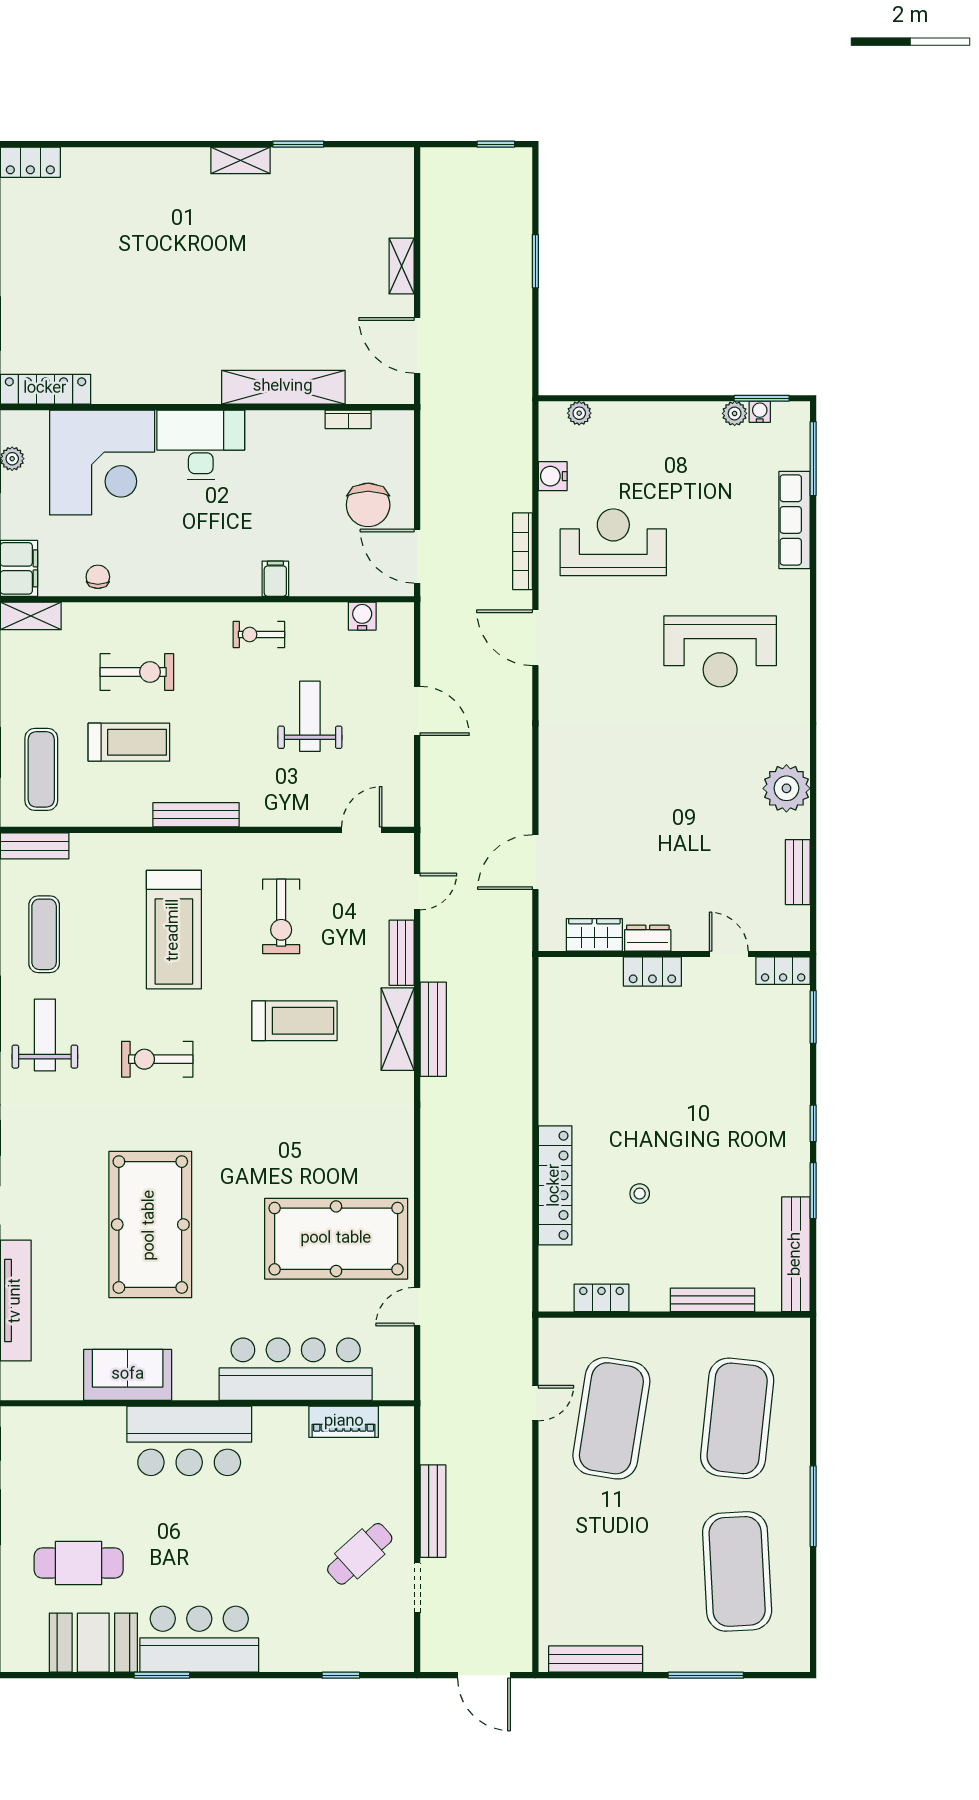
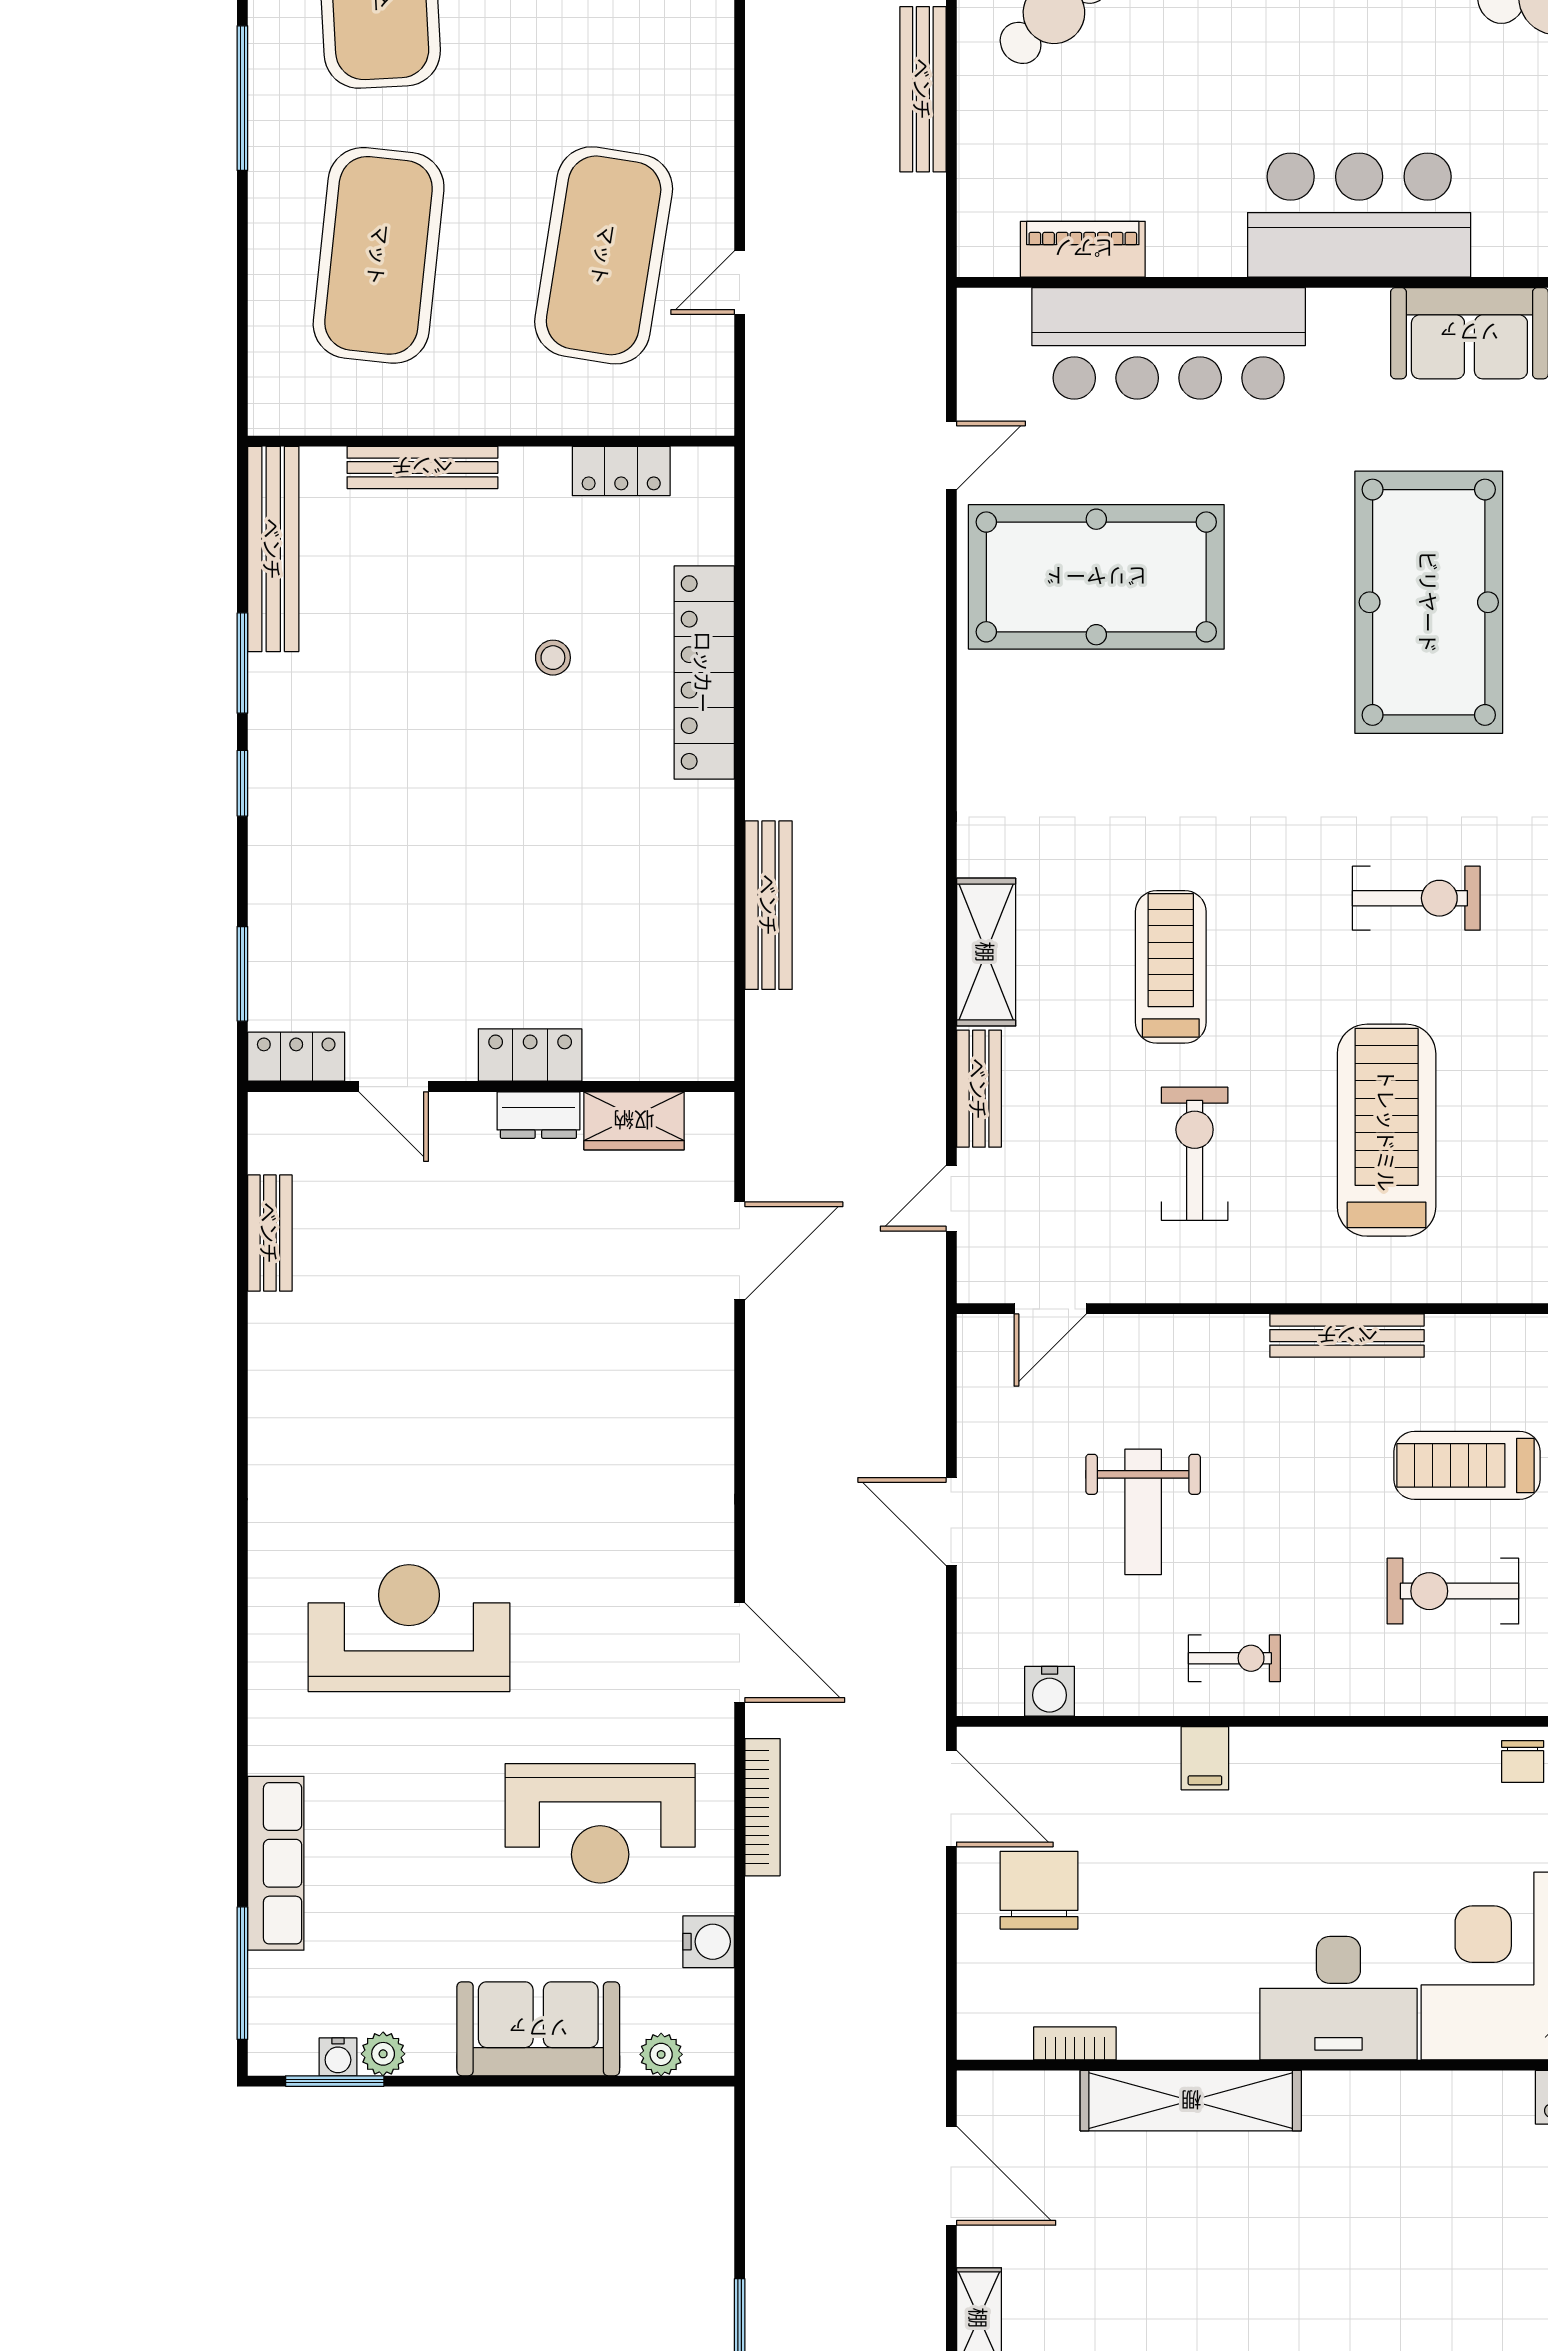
sofa: (648, 427) -> (538, 2029), added
plant: (786, 788) -> (290, 1383), removed
treadmill: (294, 1021) -> (1171, 967), turned 90
bench: (433, 1029) -> (769, 905), moved

